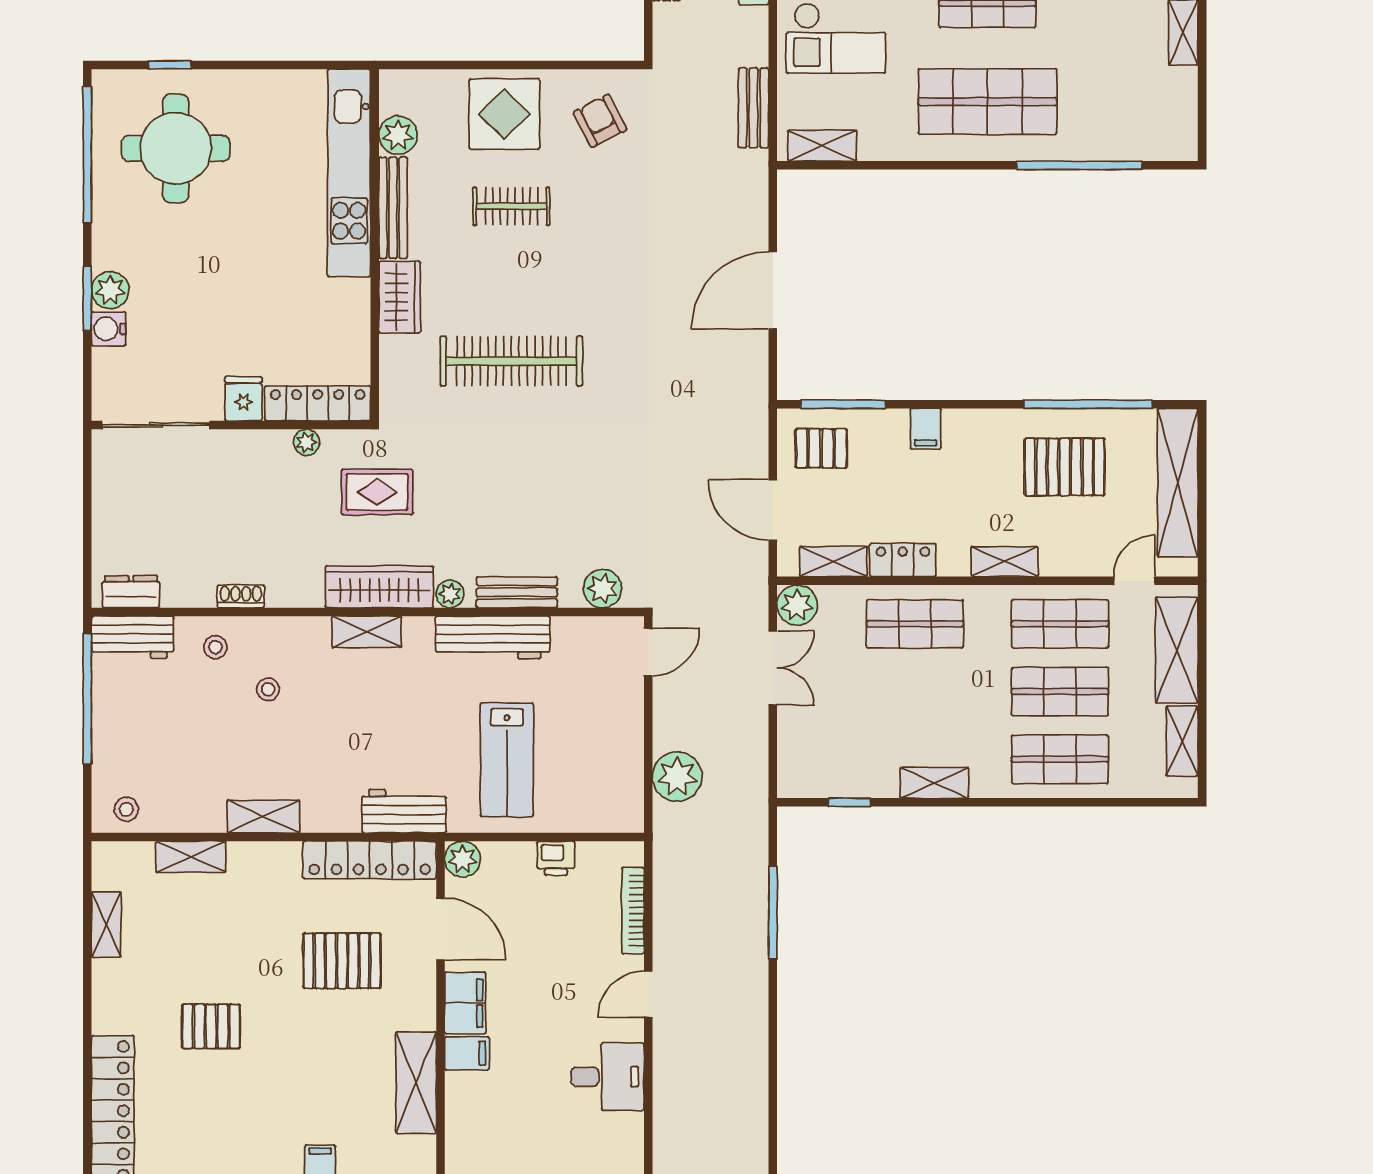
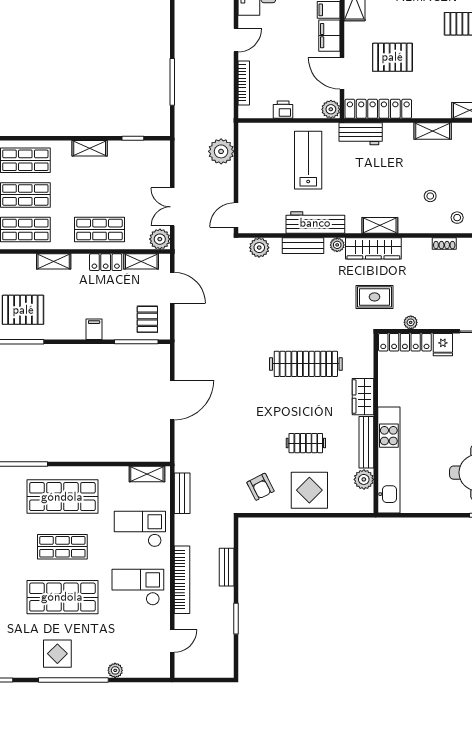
pallet: (821, 448) -> (147, 319), turned 90

